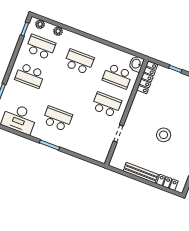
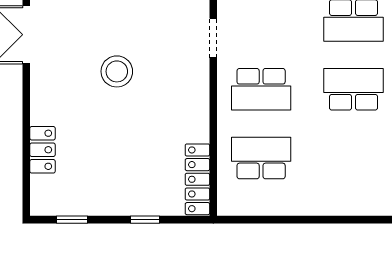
school desk: (79, 62) -> (353, 89), moved, turned 180
washbasin: (136, 64) -> (231, 199), removed

